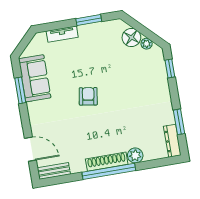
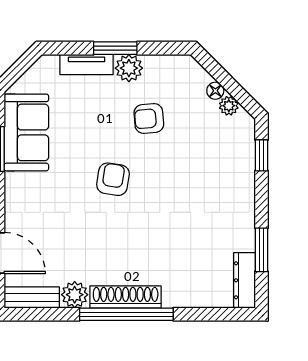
window: (89, 20) -> (115, 48), moved
plant: (86, 32) -> (129, 68), added
floor lamp: (131, 38) -> (215, 91), width x0.53, depth x0.53
armchair: (103, 59) -> (149, 118), added
plant: (135, 155) -> (75, 295), moved

